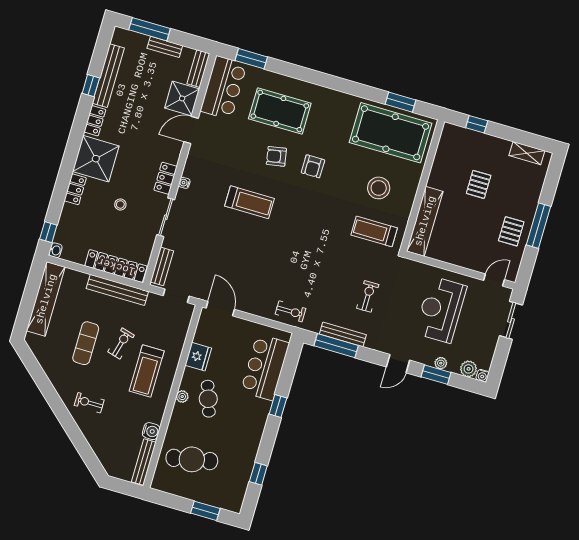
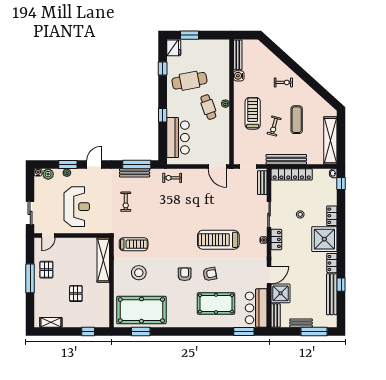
treadmill: (249, 202) -> (218, 240), width x1.37, depth x1.38
fridge: (198, 357) -> (174, 48), moved, turned 180
cafe table: (192, 459) -> (189, 81), moved

